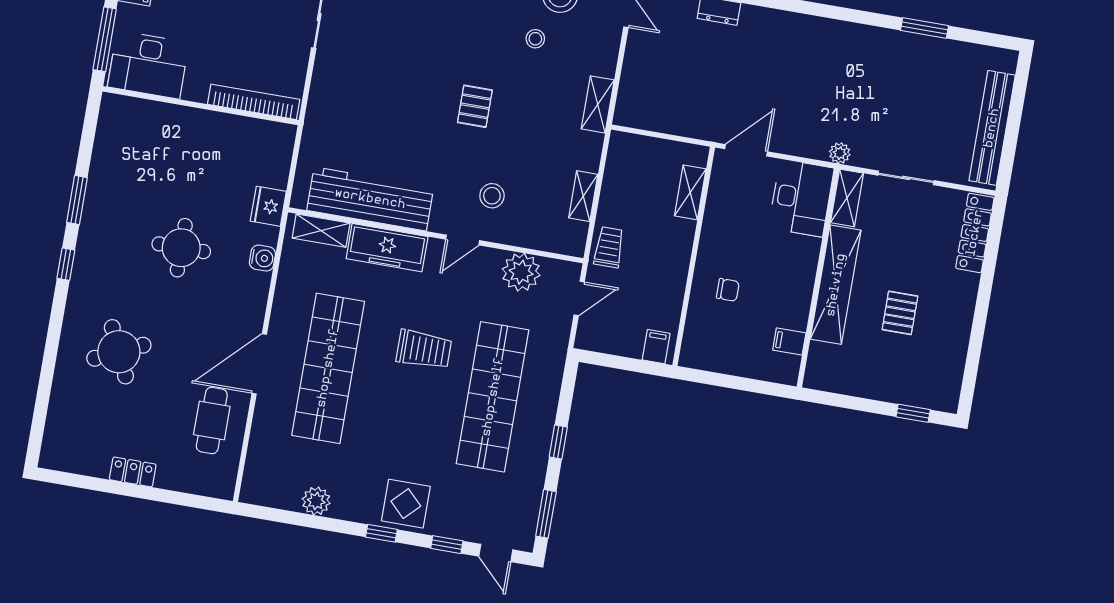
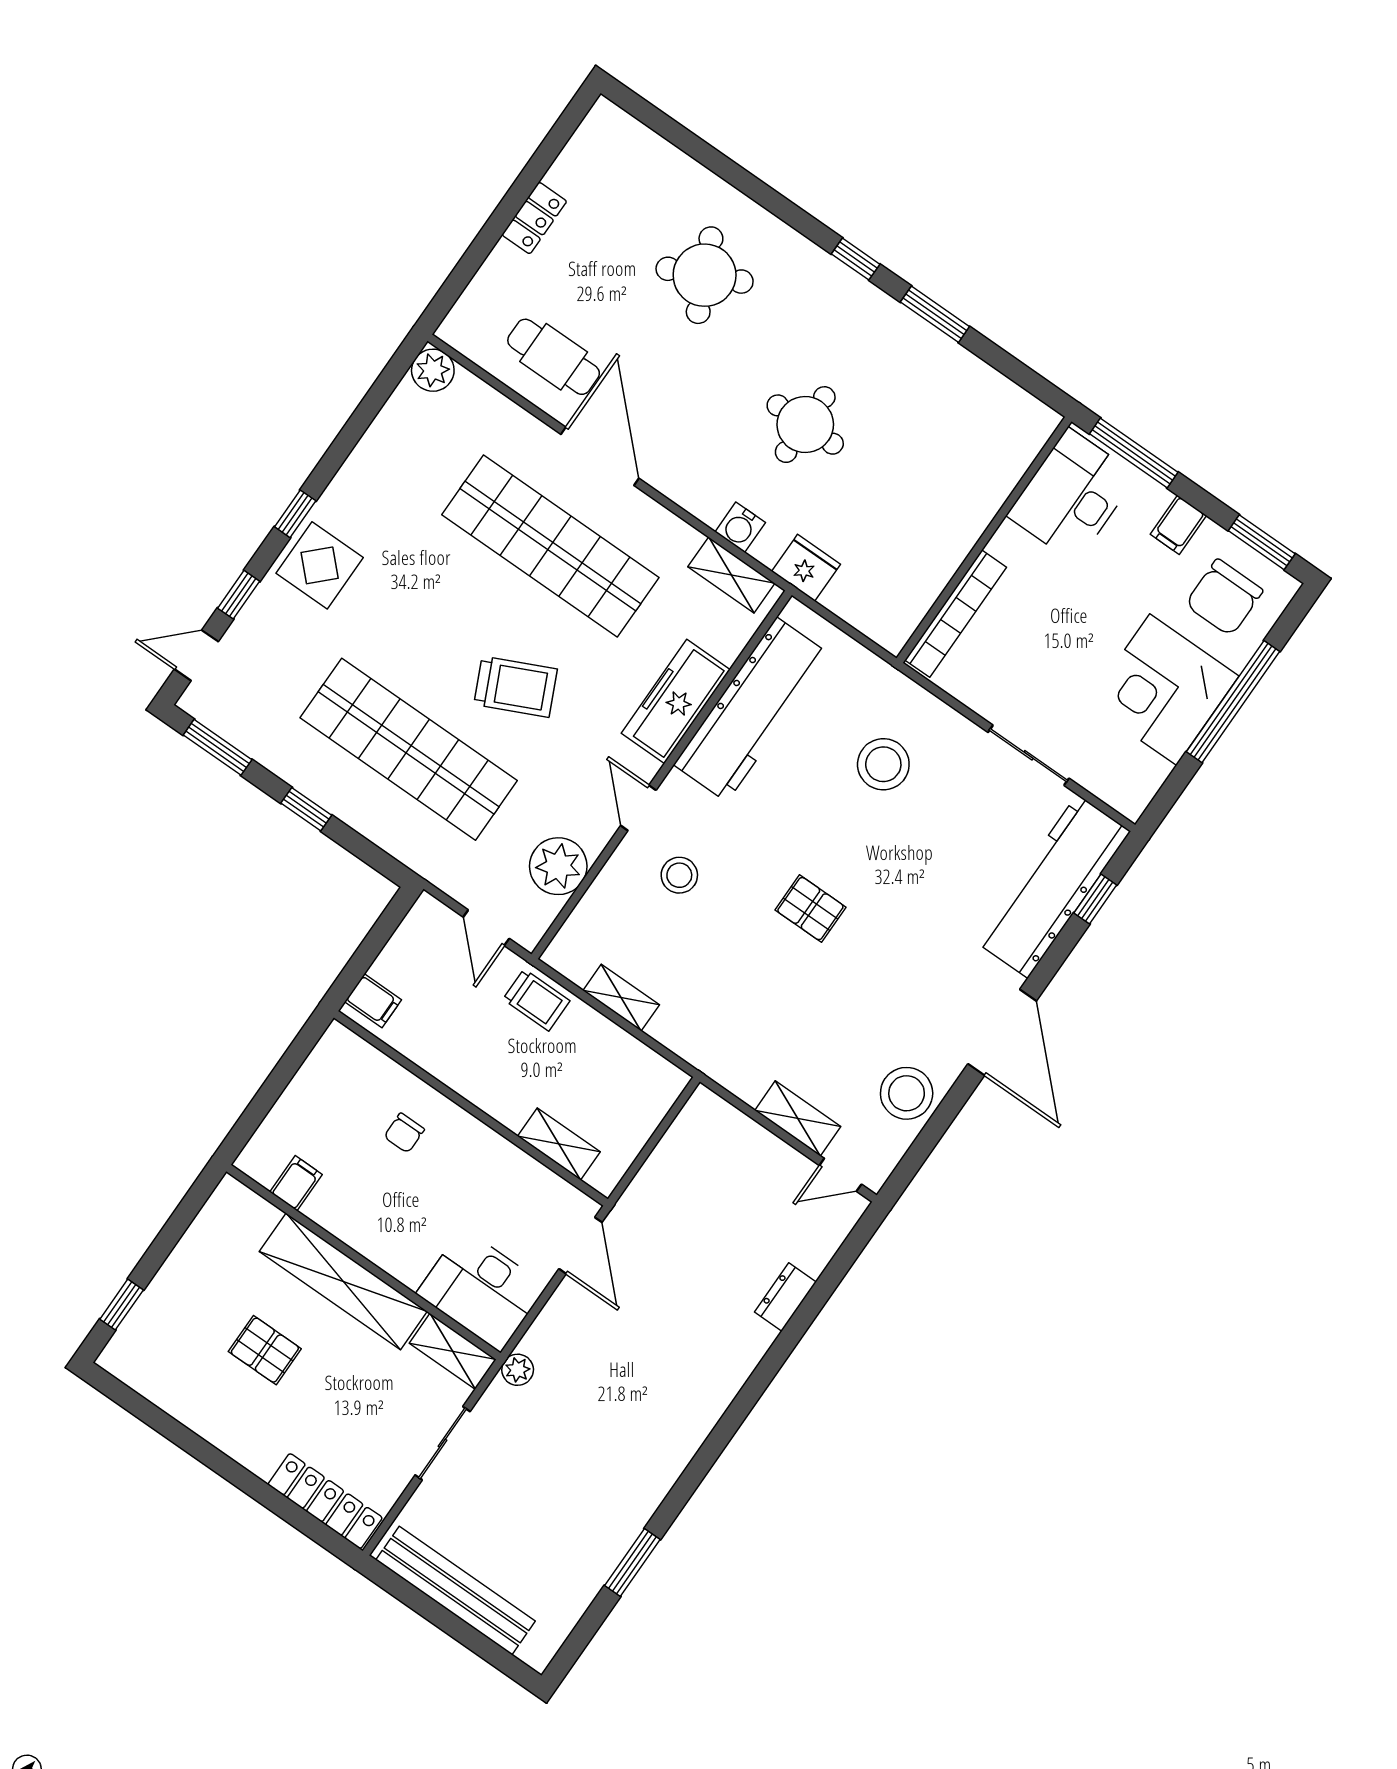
stool: (535, 39) -> (883, 764), moved, width x1.89, depth x1.89
shelving: (598, 104) -> (798, 1118), moved
shelving: (321, 231) -> (731, 575), moved, turned 90
trolley: (424, 349) -> (516, 687), turned -115
plant: (316, 501) -> (433, 370), moved

